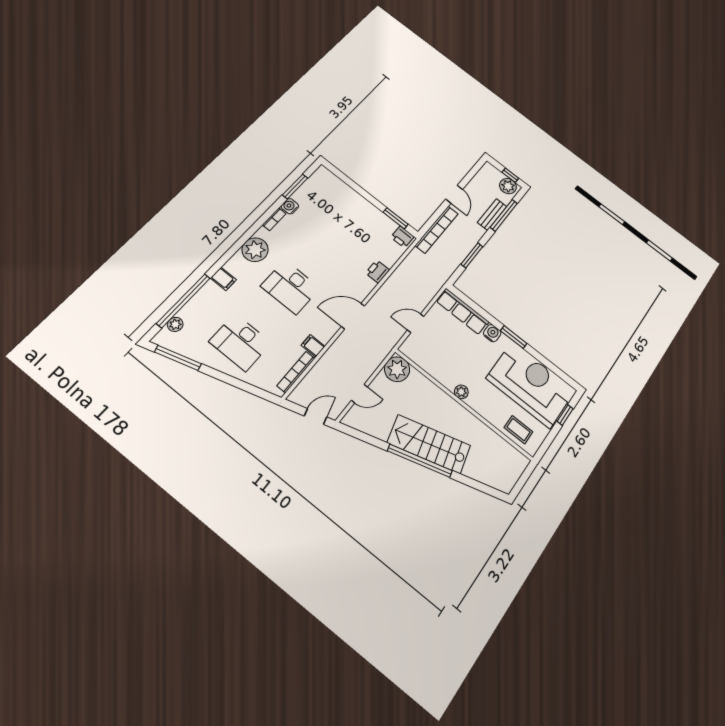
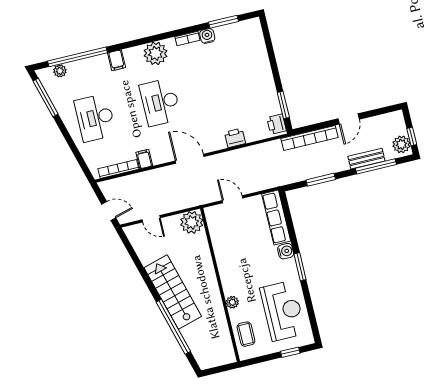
reception desk: (531, 385) -> (283, 311), width x0.74, depth x0.77
plant: (461, 392) -> (232, 302), moved
window: (420, 461) -> (173, 327), moved

